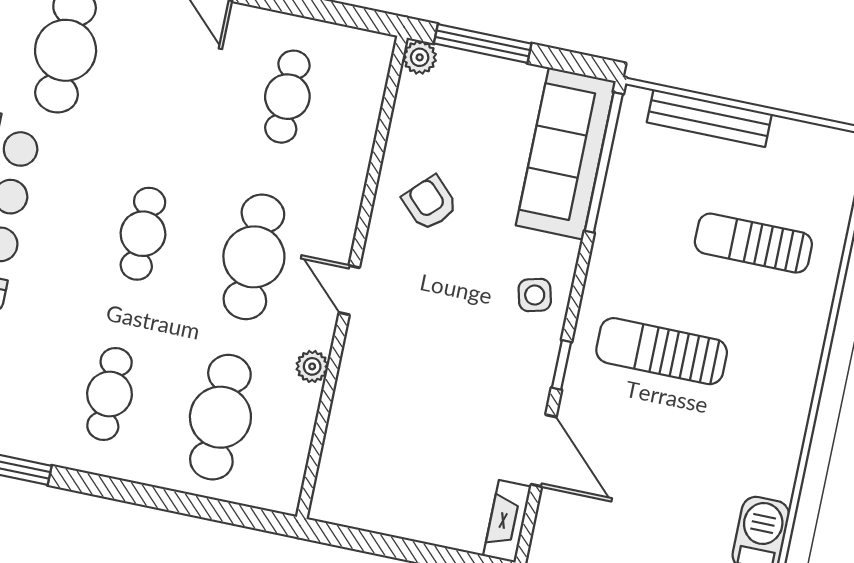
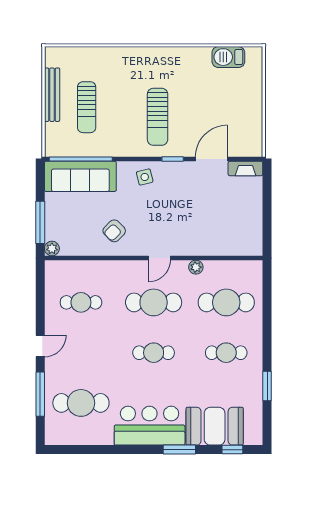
bench: (709, 118) -> (52, 95), moved
sun lounger: (753, 243) -> (87, 107), moved

